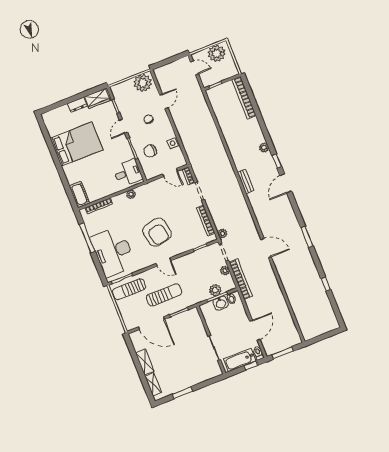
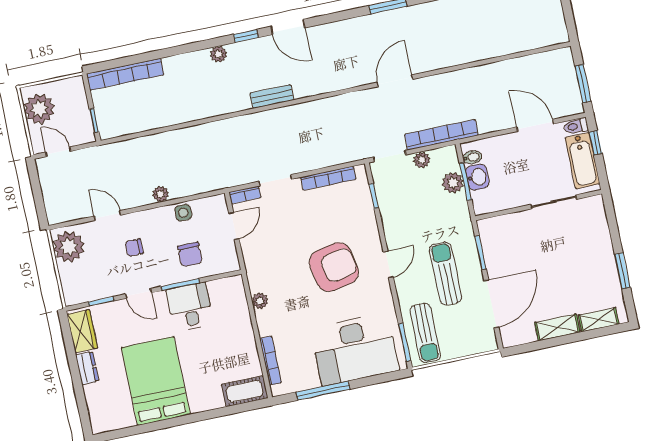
door: (194, 68) -> (58, 152), hinge flipped
desk: (128, 173) -> (190, 307), moved
plant: (222, 233) -> (161, 194), moved

